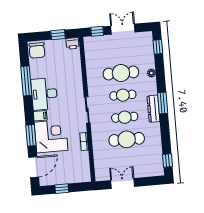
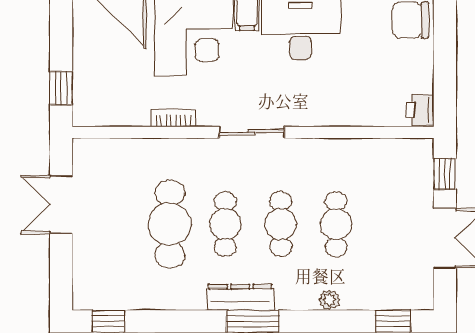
window: (58, 35) -> (445, 75), removed
cafe table: (121, 73) -> (336, 224), width x0.73, depth x0.74
double door: (123, 183) -> (61, 205), swing flipped
window: (62, 189) -> (61, 88), moved

